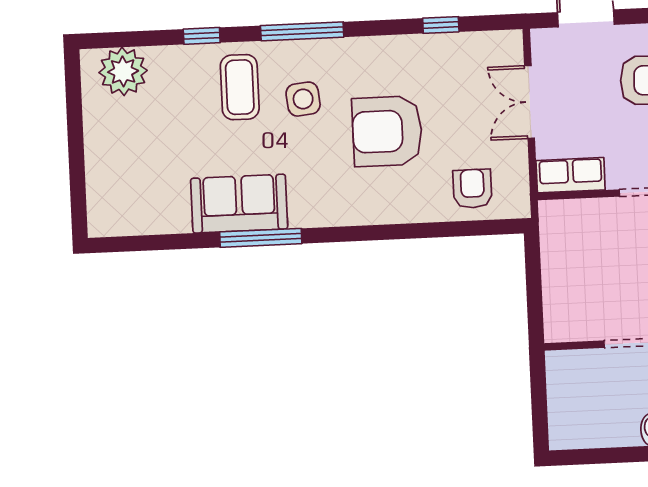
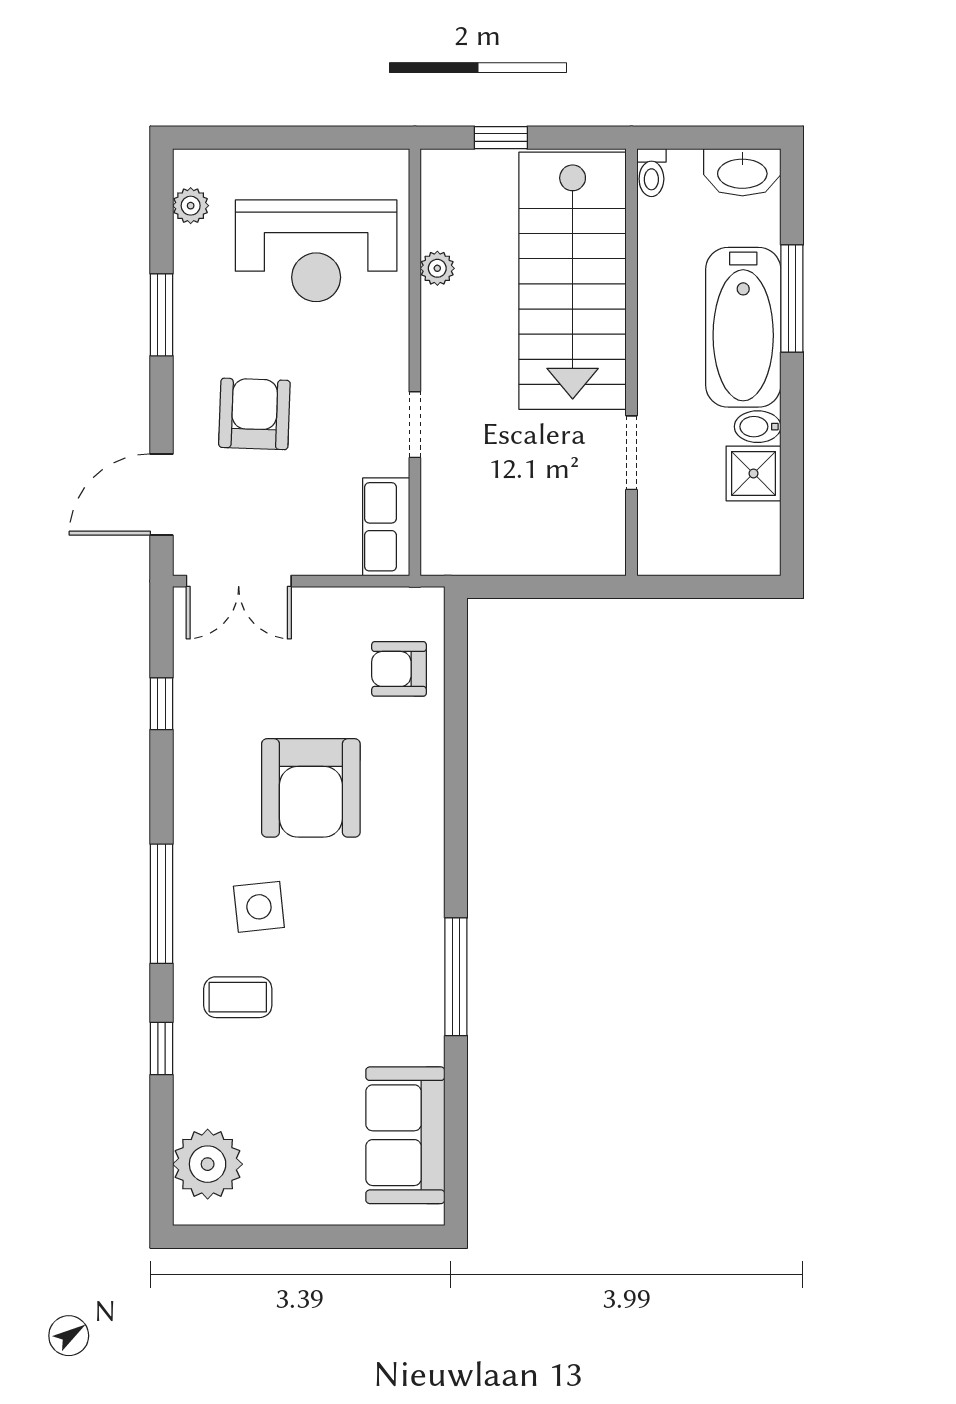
coffee table: (240, 87) -> (238, 997), width x0.73, depth x0.77
double door: (530, 102) -> (239, 581), moved
sofa: (239, 204) -> (405, 1135), moved
shower: (619, 428) -> (753, 473), added

